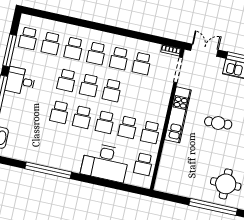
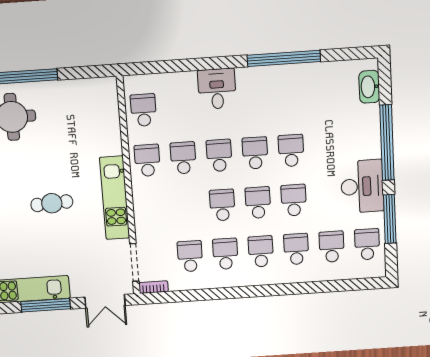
desk: (20, 81) -> (362, 186), width x1.37
desk: (105, 162) -> (217, 89), width x0.53, depth x0.77

